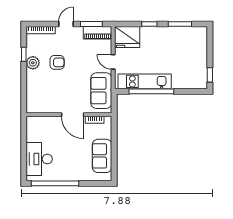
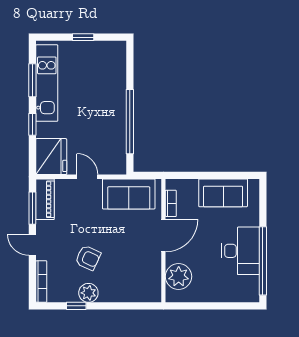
armchair: (57, 62) -> (88, 258), turned 115
door: (113, 62) -> (87, 177), swing flipped
window: (210, 75) -> (83, 37), moved
kitchen unit: (145, 81) -> (47, 83), moved, turned 180
plant: (44, 125) -> (179, 276), added
desk: (39, 159) -> (241, 251), moved, turned -90

